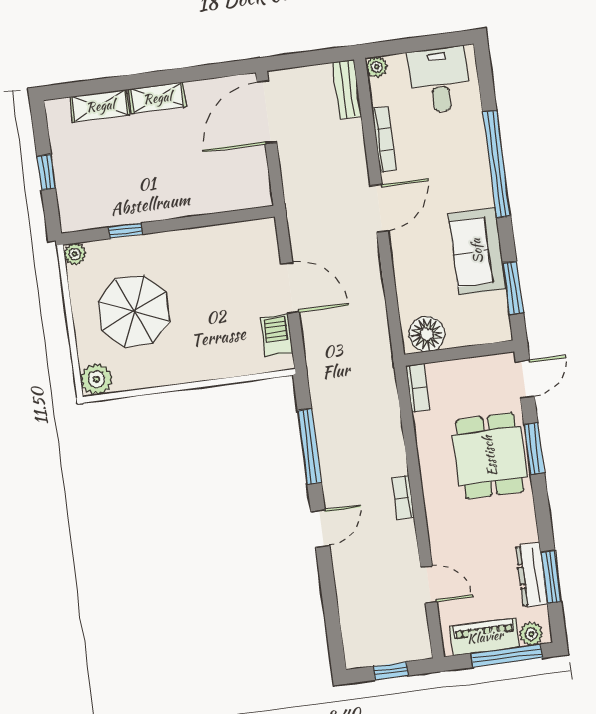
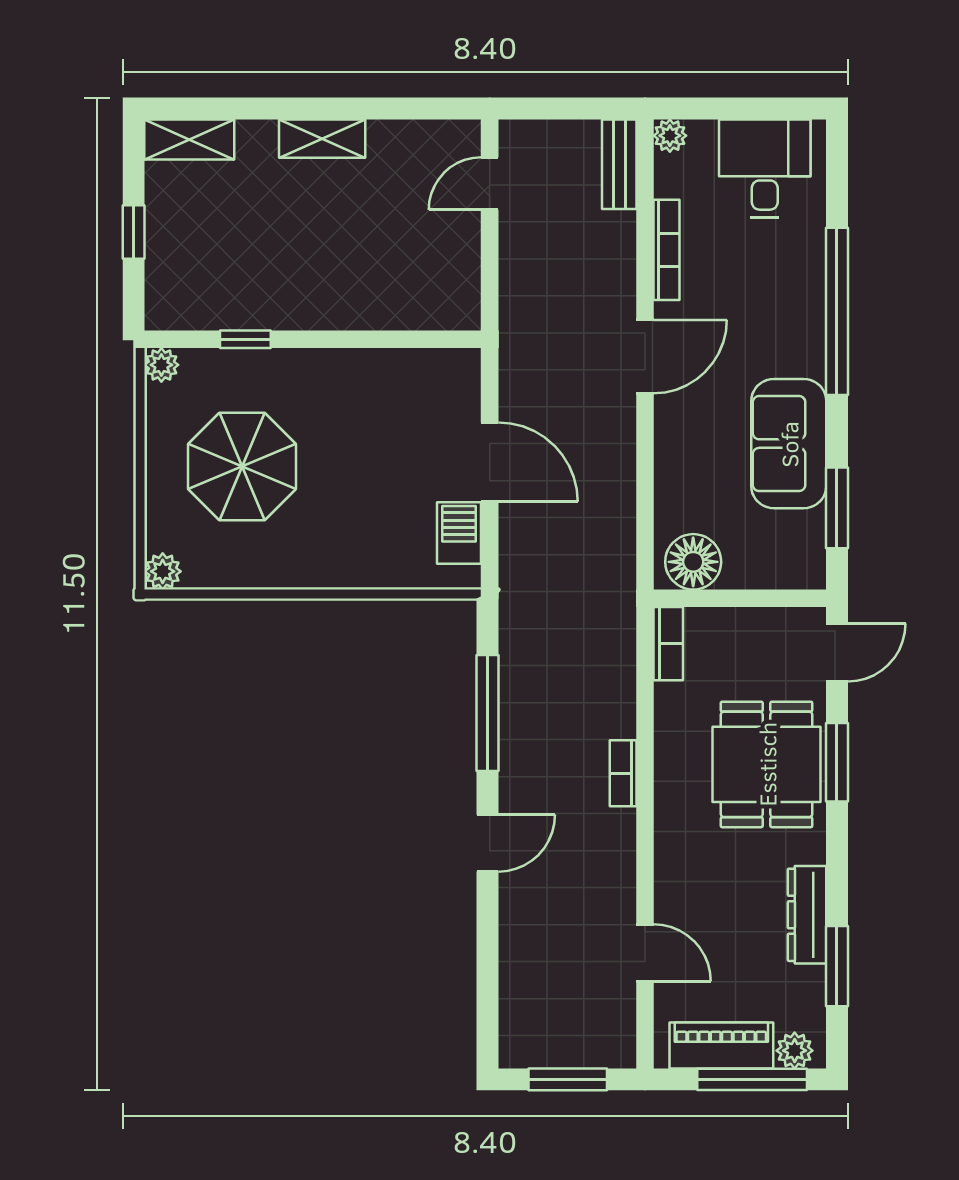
shelving: (100, 106) -> (189, 139), moved
door: (267, 112) -> (490, 184), width x0.53
plant: (96, 379) -> (163, 571), width x0.73, depth x0.73
bookcase: (403, 498) -> (623, 773), moved
dresser: (532, 575) -> (807, 915), moved
window: (391, 671) -> (568, 1079), width x1.50

